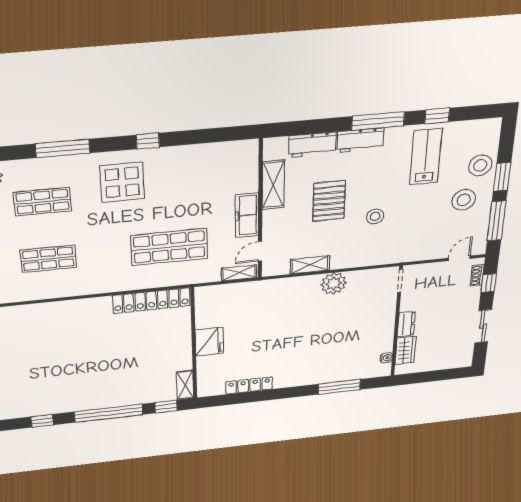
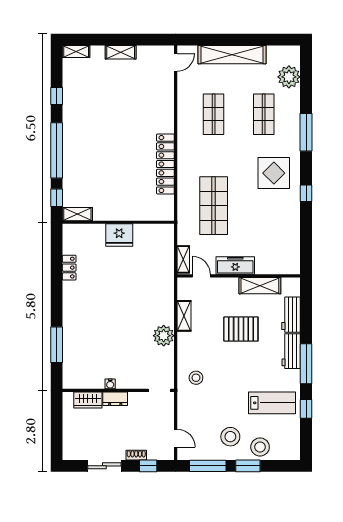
stool: (375, 216) -> (196, 378), moved
shoe rack: (477, 275) -> (136, 455), moved
locker: (151, 301) -> (165, 164), moved
water cooler: (386, 358) -> (110, 384), moved
locker: (249, 385) -> (69, 268), width x0.66

